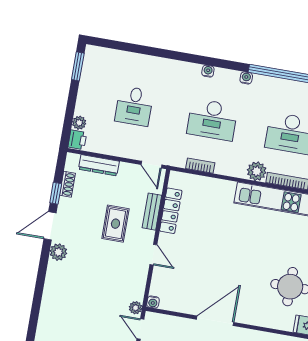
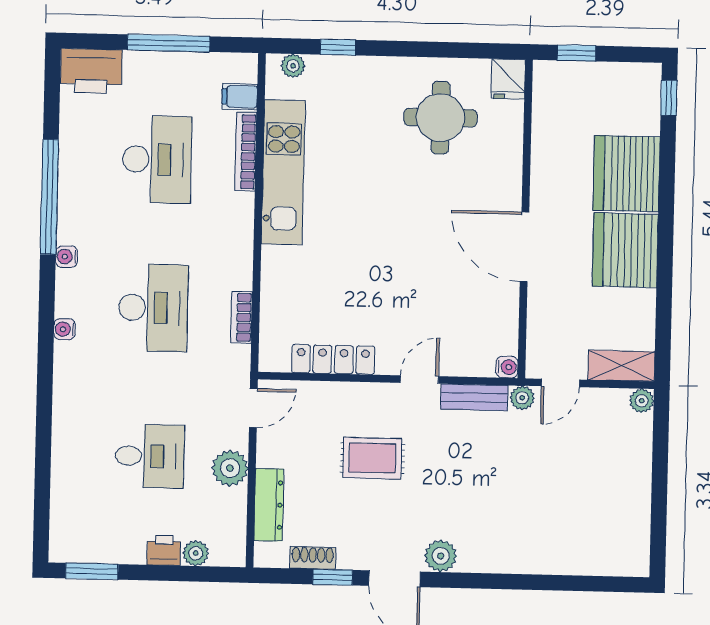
printer: (77, 140) -> (164, 550), moved
plant: (257, 171) -> (230, 468), moved
bench: (152, 212) -> (474, 397), moved

